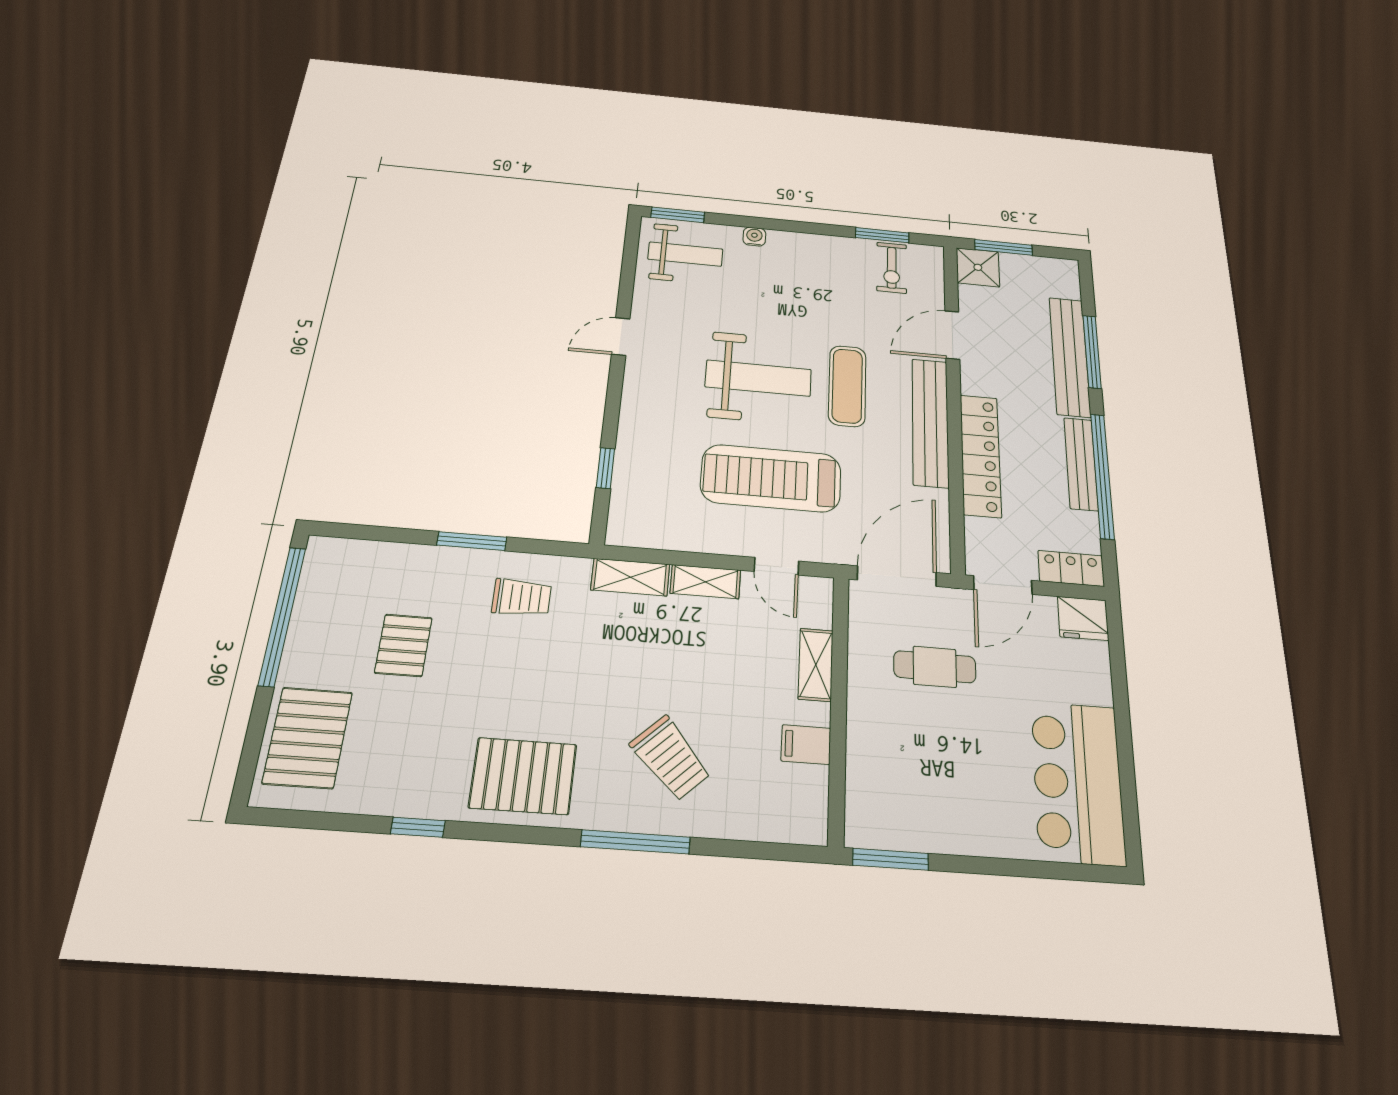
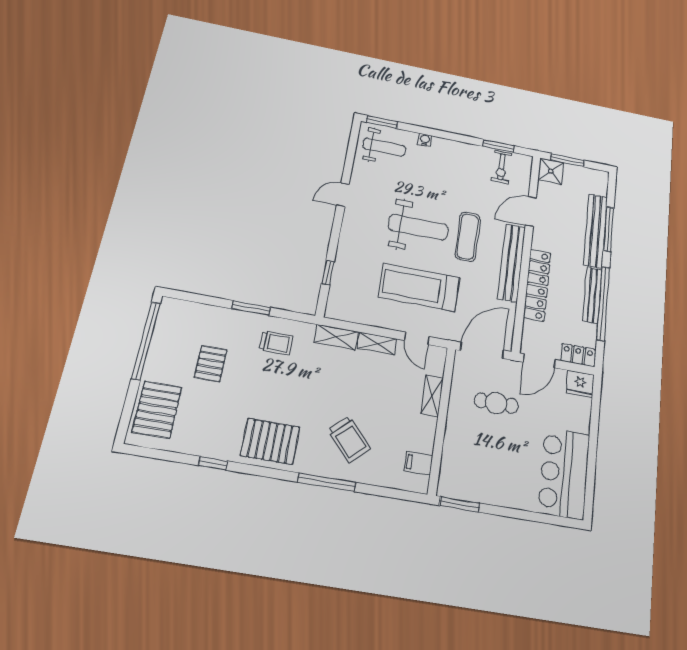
filing cabinet: (806, 745) -> (419, 463), moved

